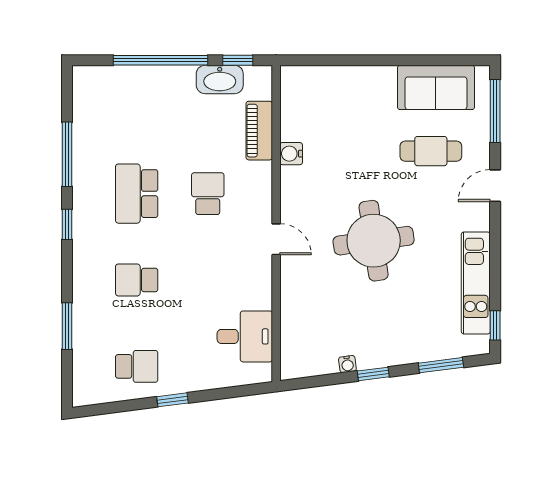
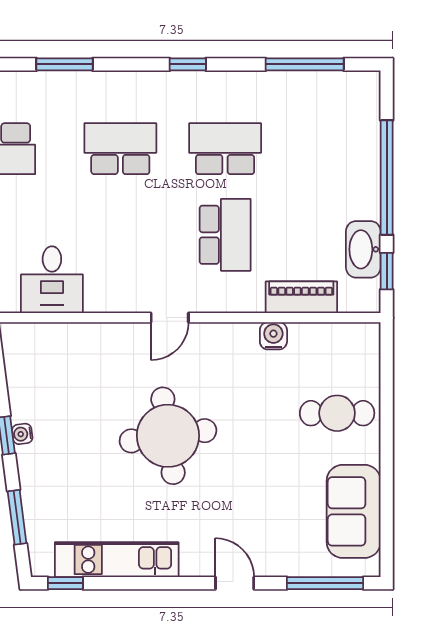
cafe table: (431, 151) -> (337, 413), moved, turned 90
window: (67, 154) -> (305, 64), moved
school desk: (208, 194) -> (225, 235), width x1.85
school desk: (137, 280) -> (120, 149), width x1.85
water cooler: (347, 364) -> (22, 434), moved

